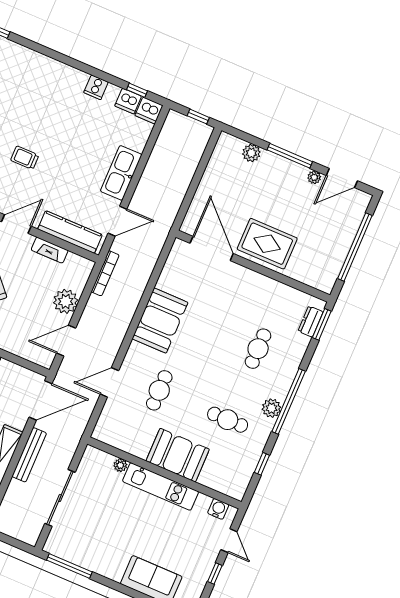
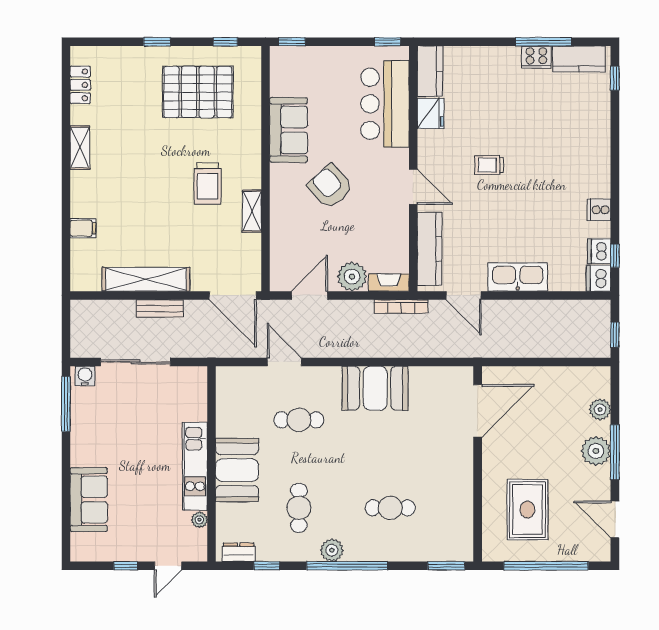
trolley: (25, 158) -> (489, 165), turned -90
plant: (314, 177) -> (596, 451), moved, width x1.88, depth x1.88
rug: (267, 244) -> (527, 510), moved
fireplace: (50, 250) -> (389, 283), moved, turned 90
dresser: (311, 321) -> (239, 552), moved
door: (66, 341) -> (310, 295), hinge flipped
bench: (29, 455) -> (160, 308), width x0.73
plant: (120, 465) -> (199, 520), moved
water cooler: (218, 509) -> (85, 376), moved, turned -90

